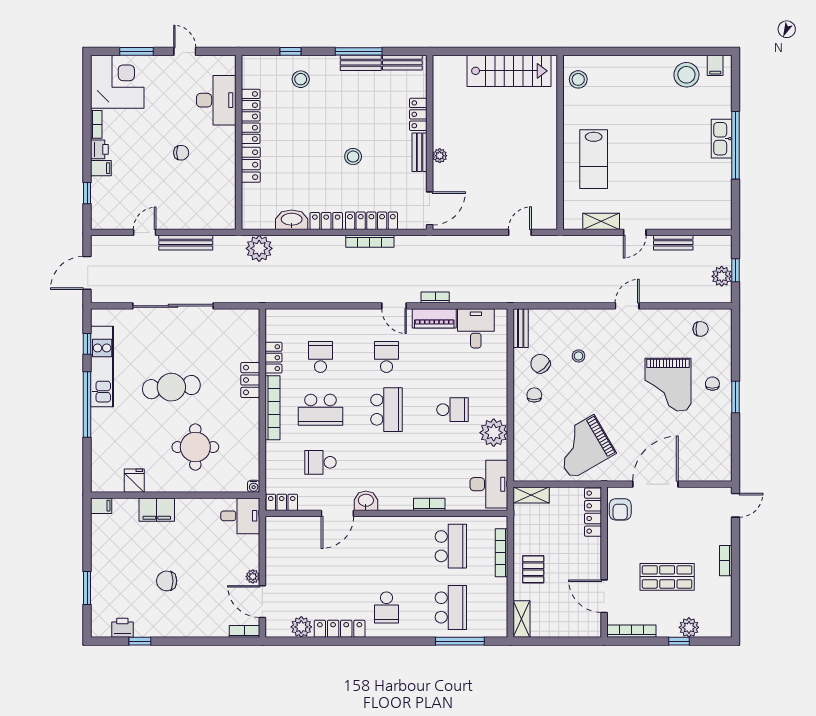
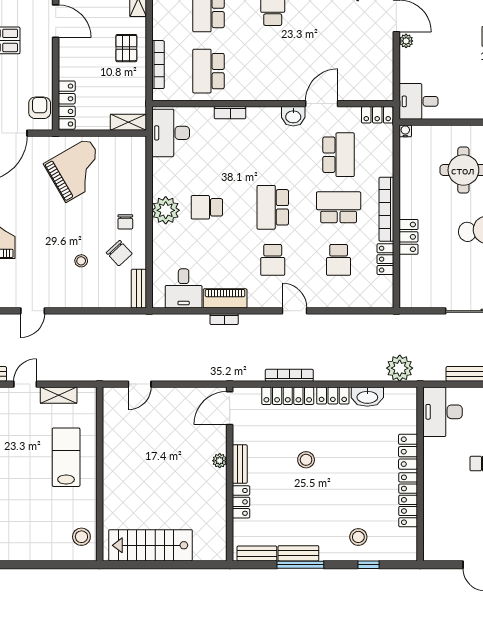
desk: (216, 100) -> (443, 412), moved
door: (394, 306) -> (295, 311), moved
plant: (494, 433) -> (166, 210), moved
school desk: (320, 462) -> (339, 155), width x1.85

